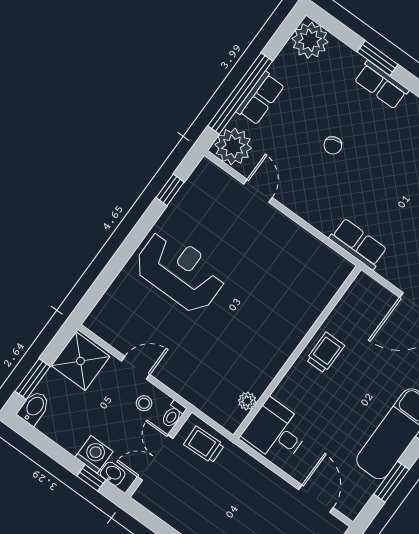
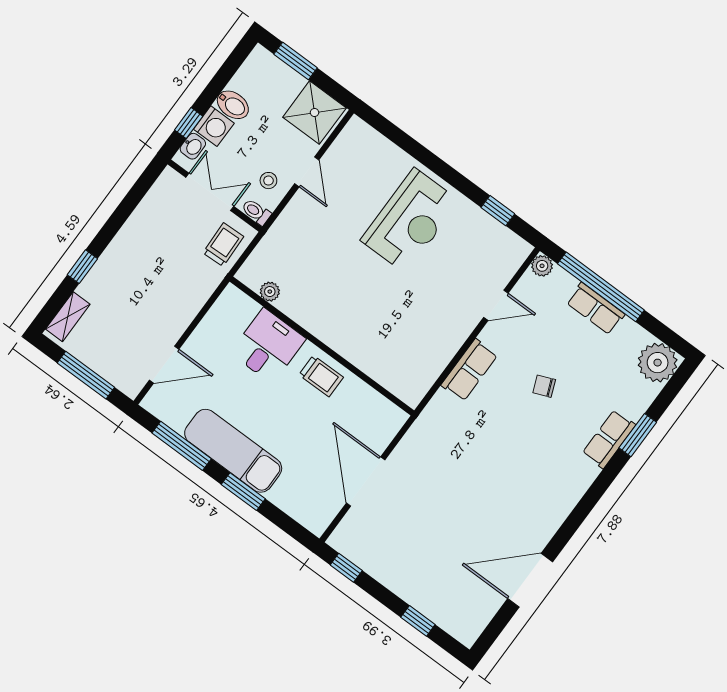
plant: (233, 146) -> (542, 266), width x0.53, depth x0.53
row of seats: (358, 244) -> (469, 370), moved
bidet: (34, 408) -> (233, 105), moved
desk: (276, 432) -> (268, 346), moved
window: (391, 482) -> (182, 446), width x1.44

